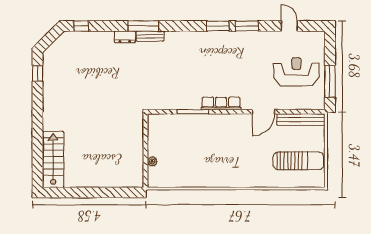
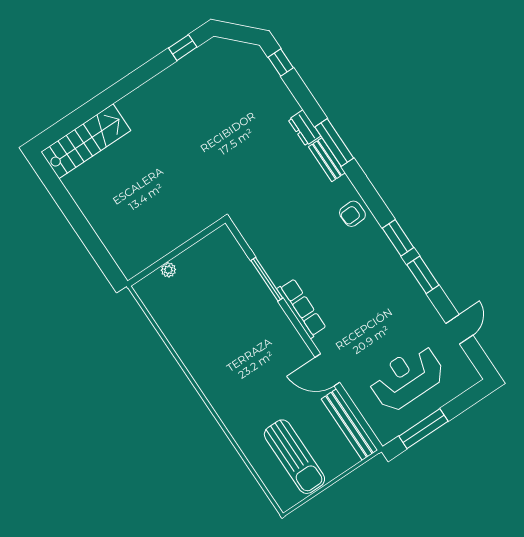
armchair: (188, 42) -> (352, 214), added
reception desk: (296, 72) -> (407, 378), turned -90

